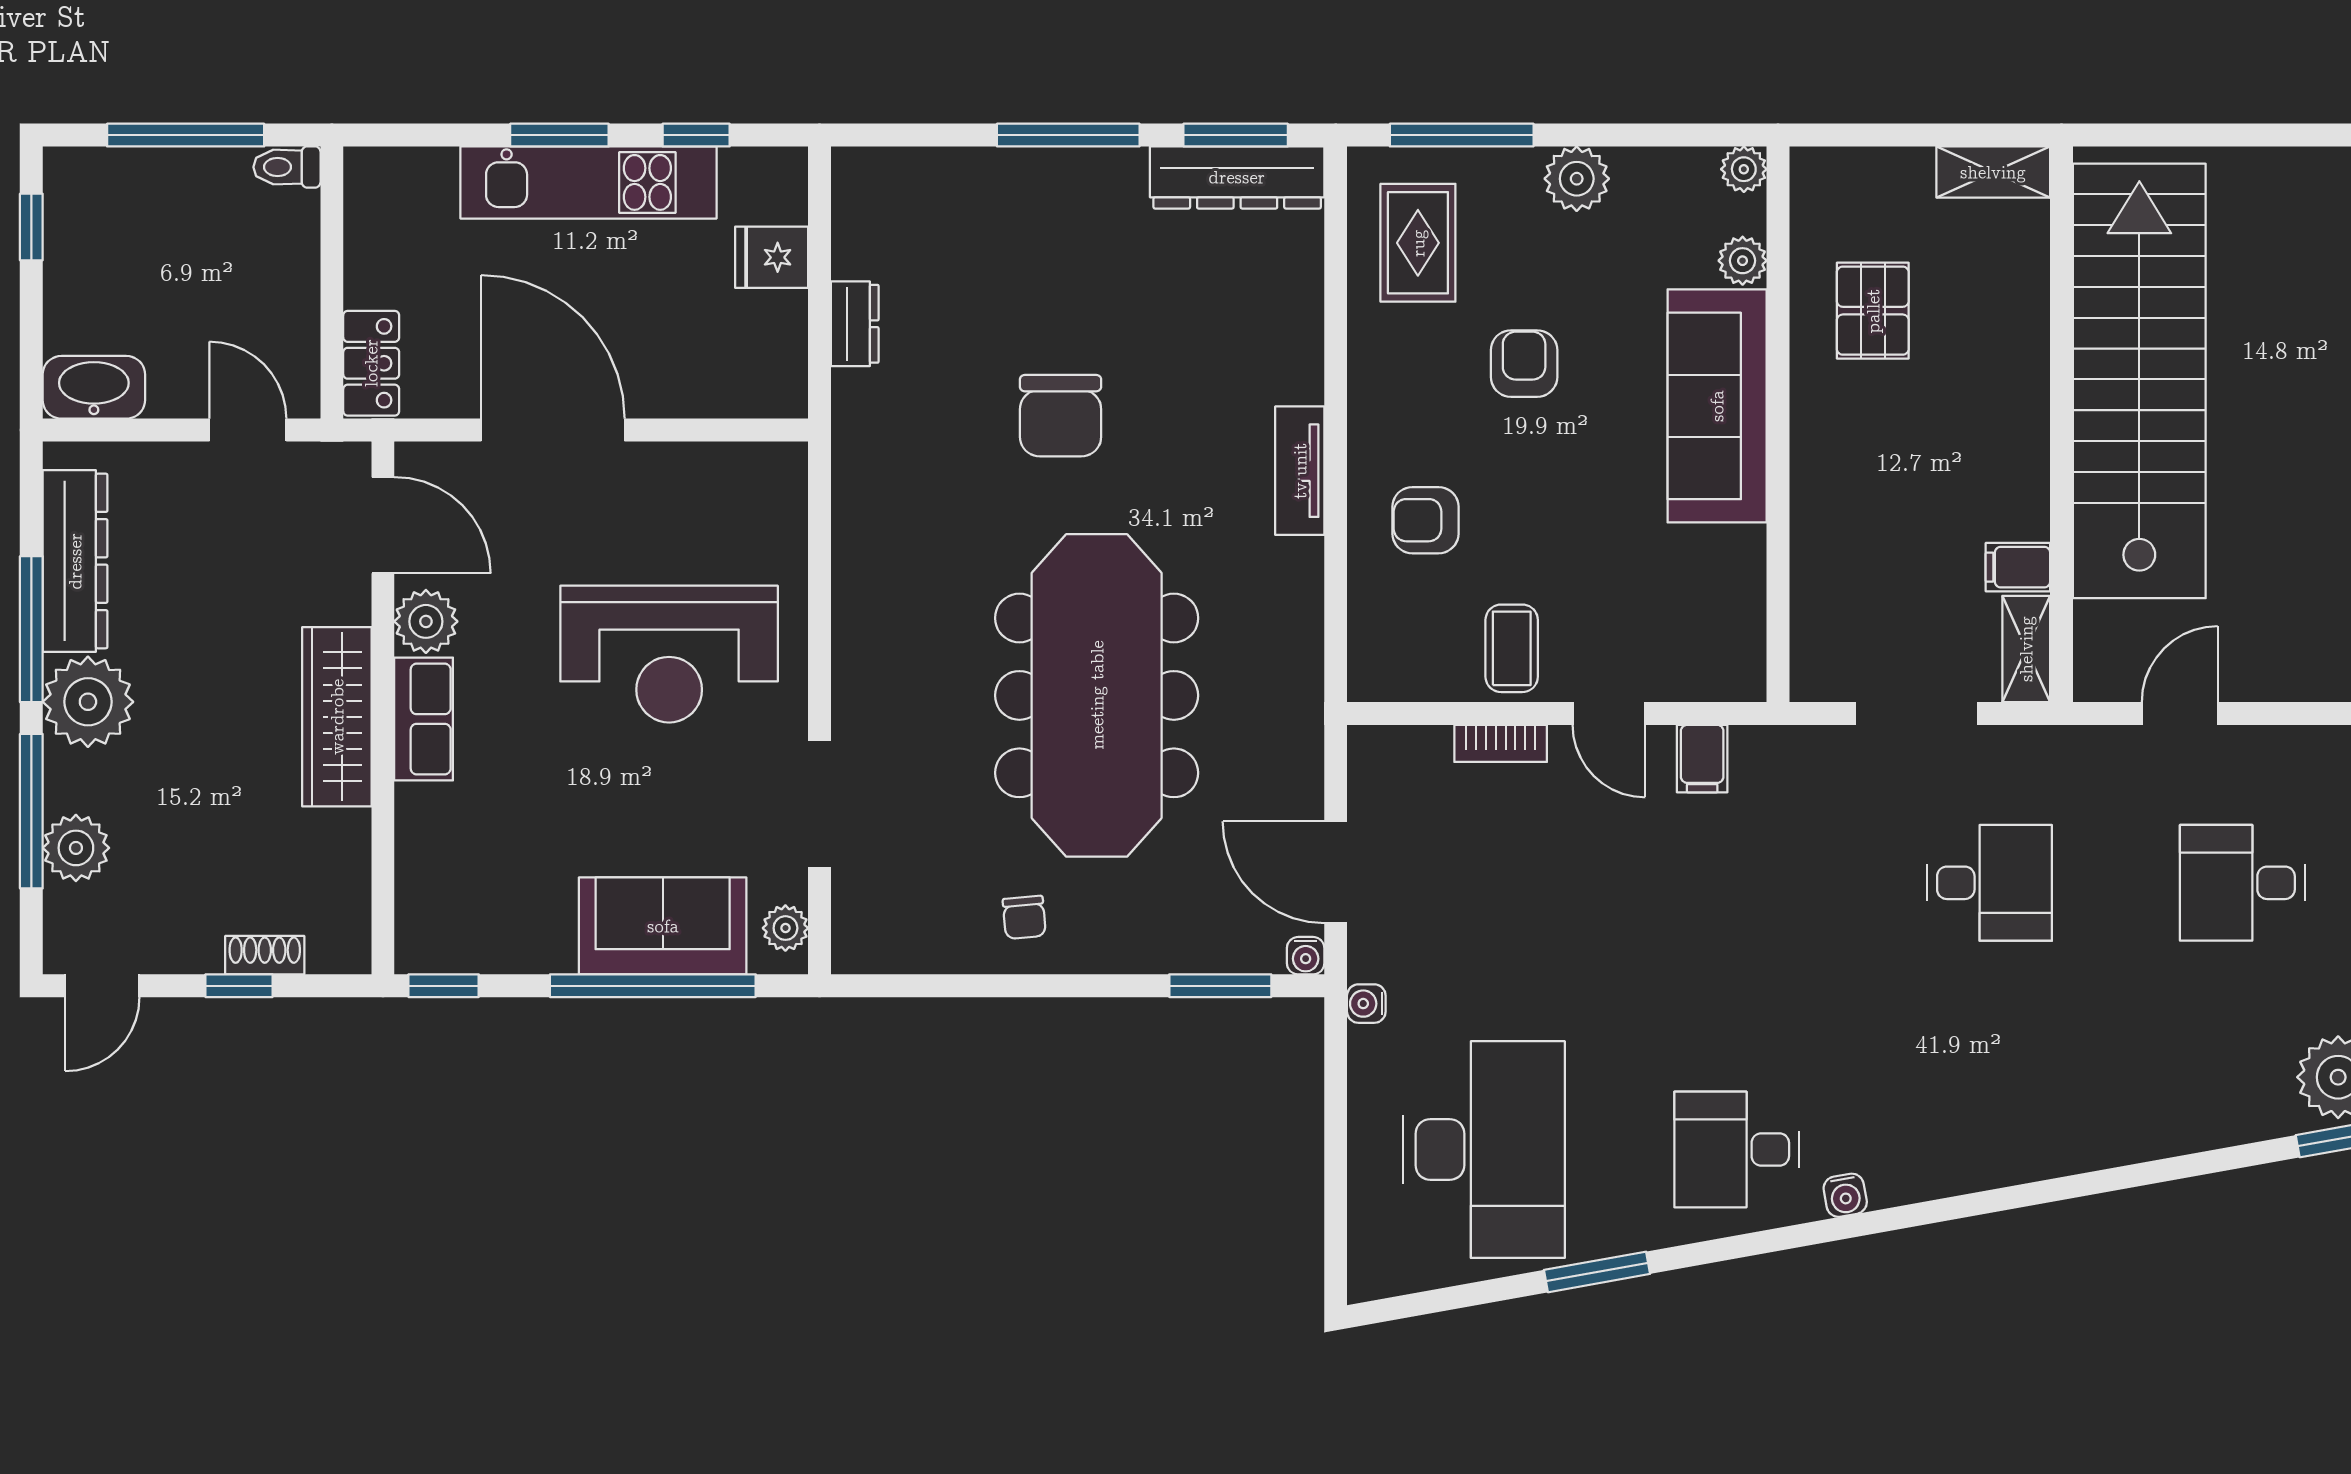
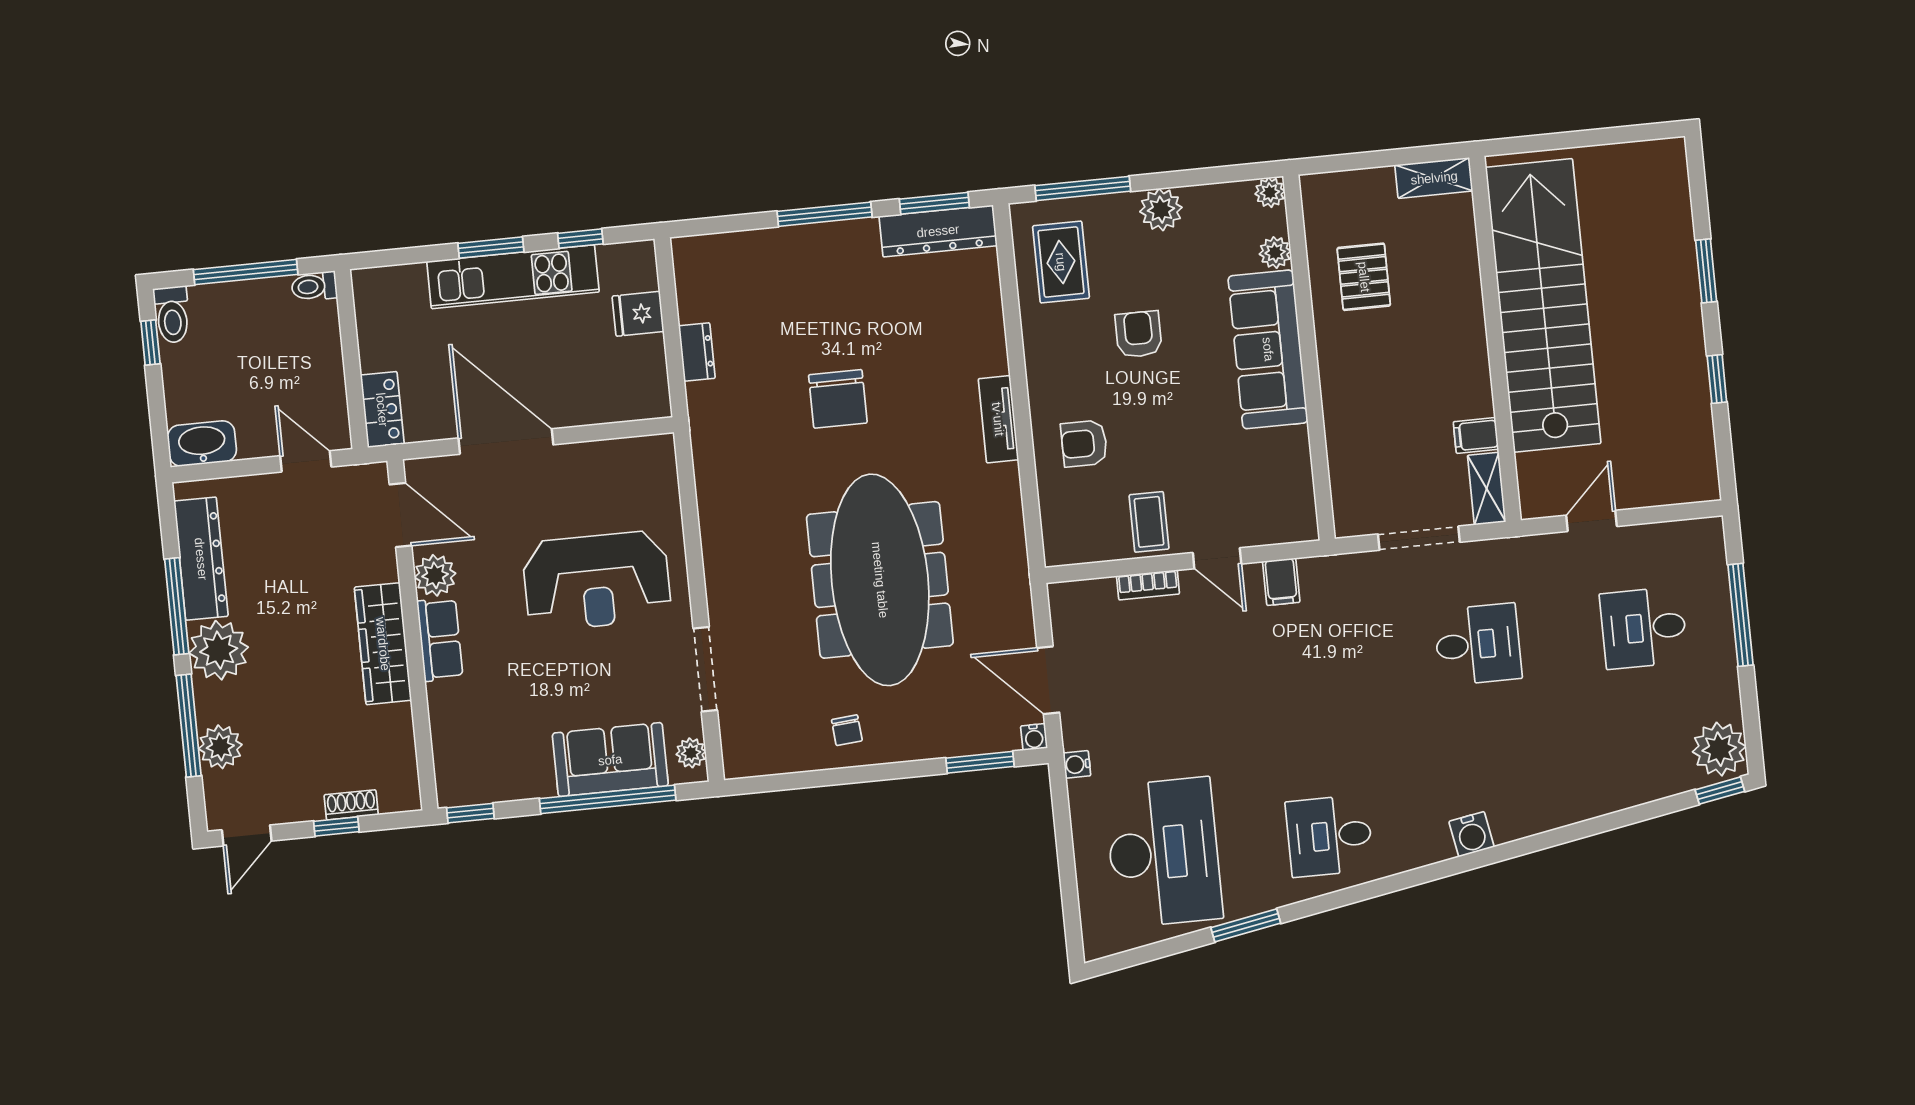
toilet: (68, 188) -> (172, 315), added
water cooler: (1845, 1195) -> (1471, 834), moved, width x1.38, depth x1.38

